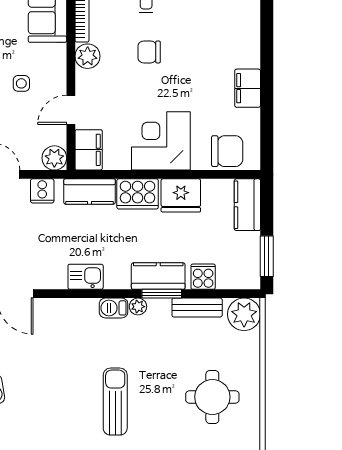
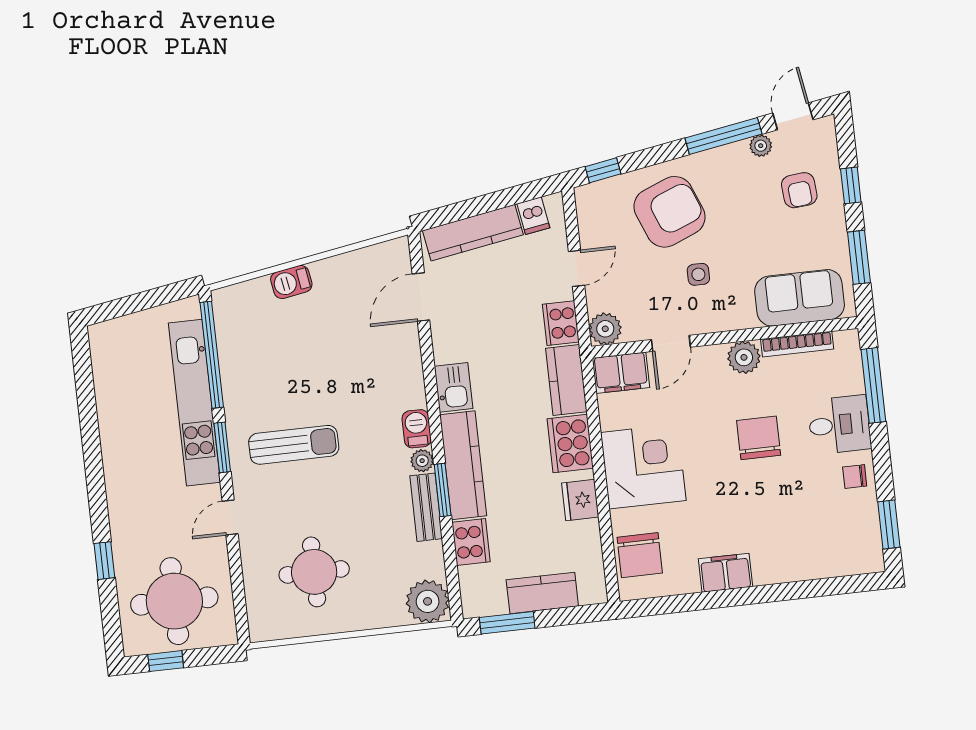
chair: (149, 52) -> (759, 438), width x1.37, depth x1.37
door: (71, 110) -> (671, 343), swing flipped
cooker: (42, 191) -> (561, 323), width x1.36
fridge: (181, 195) -> (580, 500), width x0.73, depth x0.75
kitchen counter: (247, 205) -> (542, 593), moved
kitchen counter: (158, 276) -> (463, 465), width x1.50
cooker: (203, 277) -> (471, 542), width x1.36
bench: (197, 307) -> (426, 507), moved

